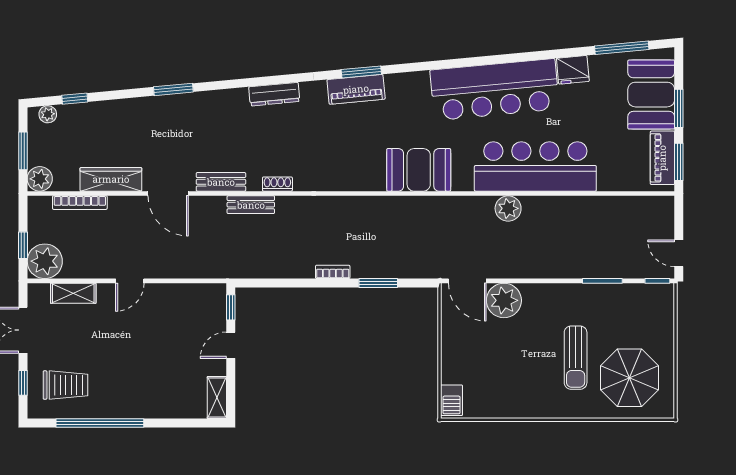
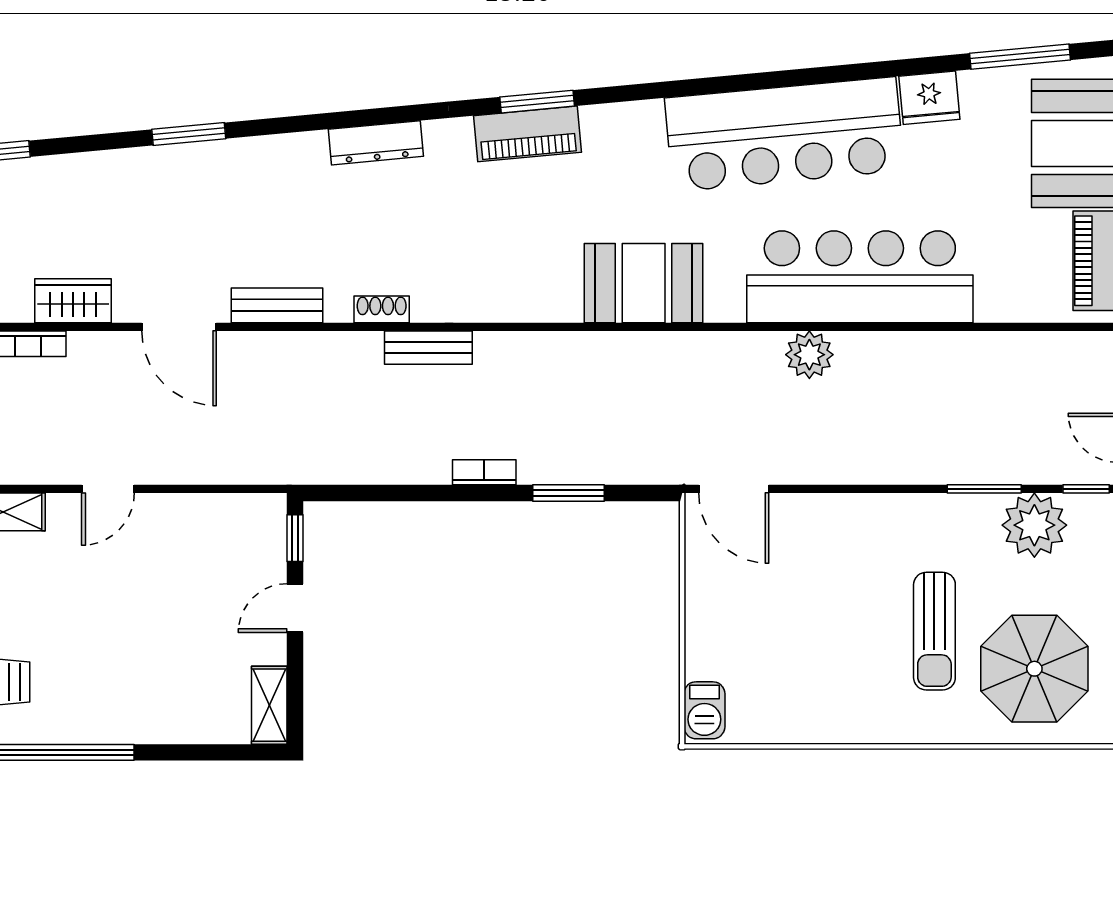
wardrobe: (111, 179) -> (73, 301), width x0.67
bench: (251, 205) -> (428, 348), moved
plant: (504, 300) -> (1034, 525), moved

